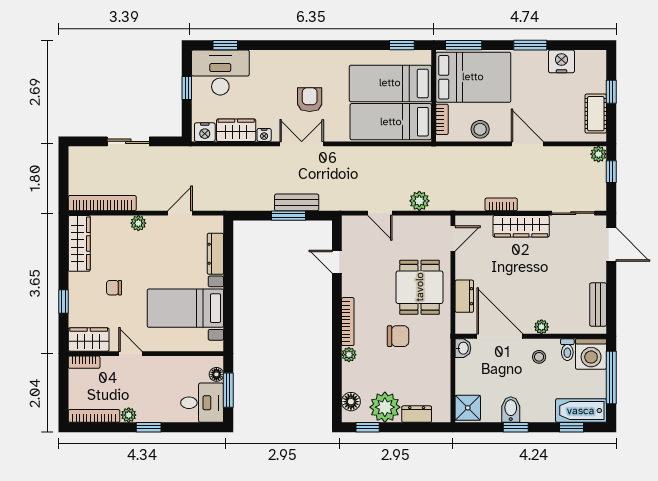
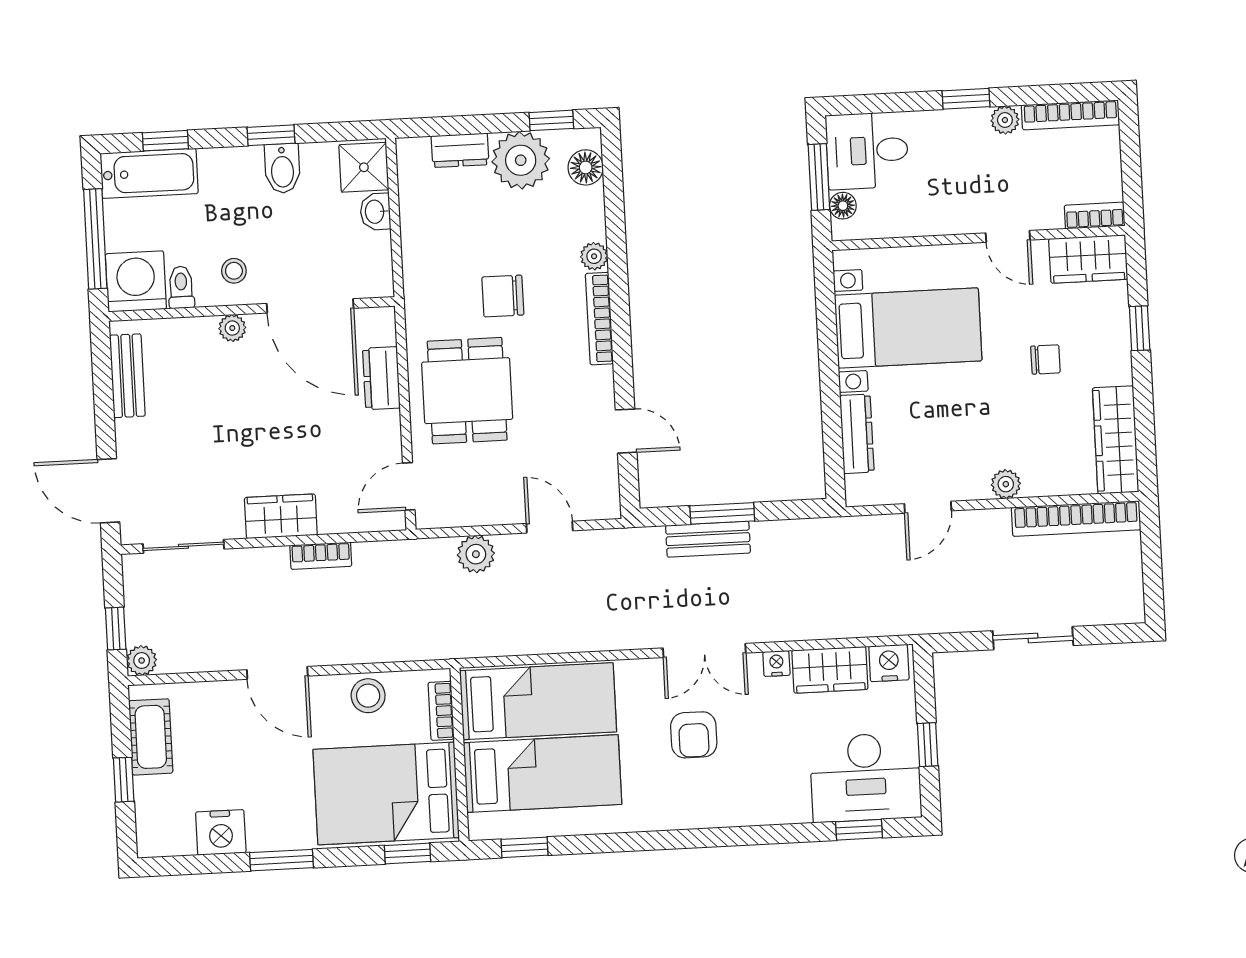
window: (464, 45) -> (408, 853), width x0.67
wardrobe: (521, 226) -> (281, 516), width x0.67
washbasin: (463, 348) -> (375, 212), moved

